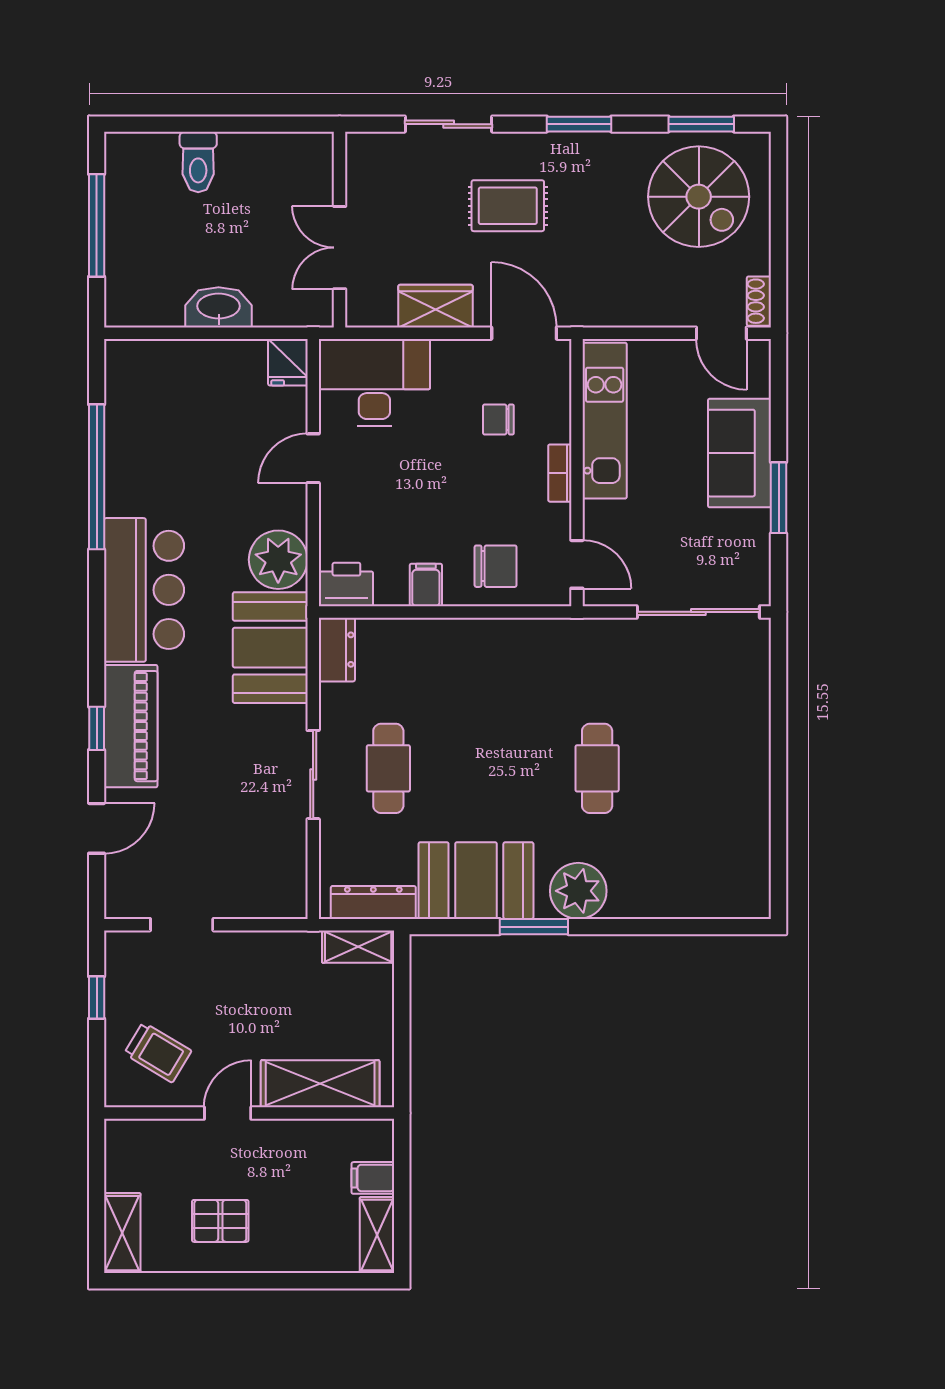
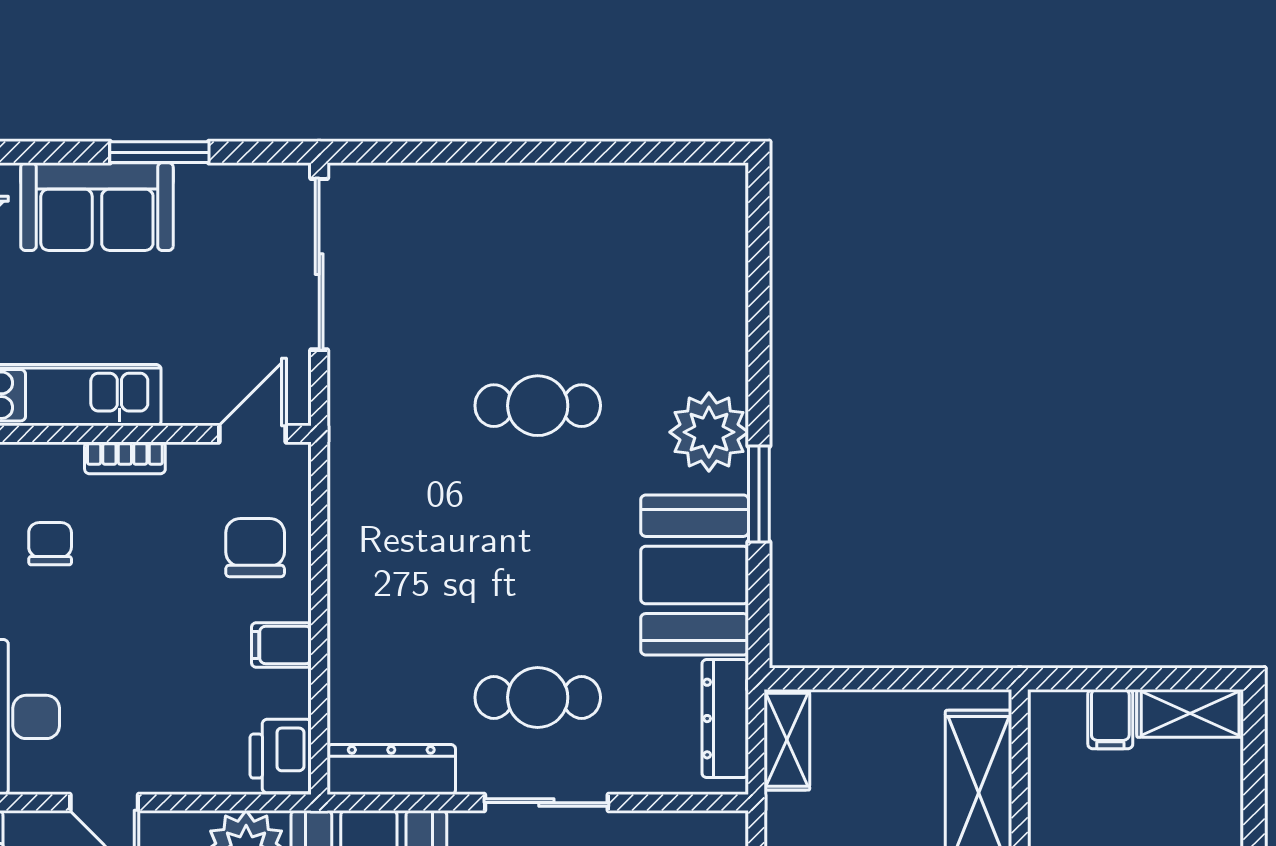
chair: (498, 420) -> (50, 544), turned 180
dresser: (337, 650) -> (391, 770), width x1.44

